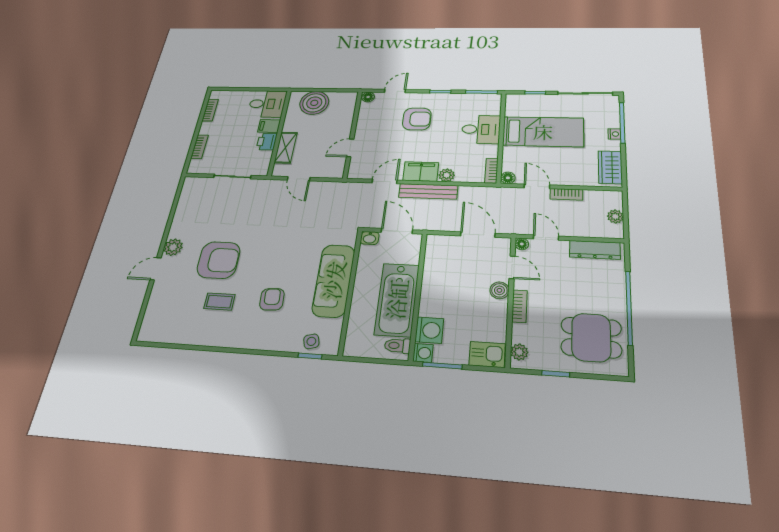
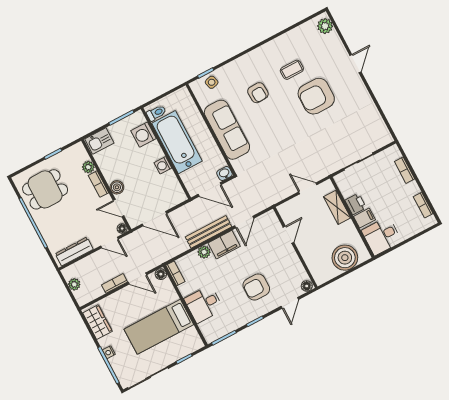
plant: (173, 247) -> (325, 26), moved
plant: (519, 352) -> (88, 167), moved
washing machine: (423, 353) -> (163, 165), moved

